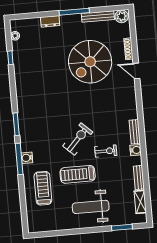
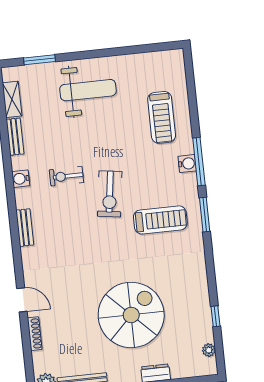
spiral stairs: (90, 62) -> (131, 315), moved
bench: (135, 132) -> (25, 228), moved
exercise bike: (78, 139) -> (110, 194), turned -35
treadmill: (78, 174) -> (160, 220), moved

